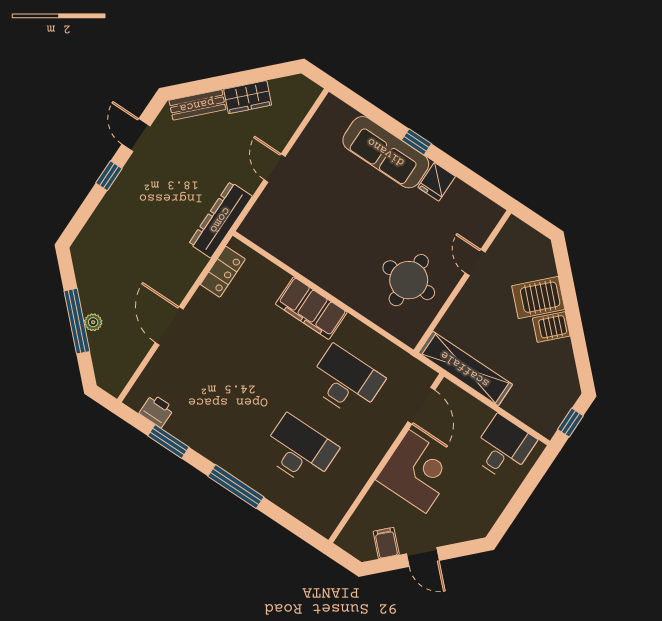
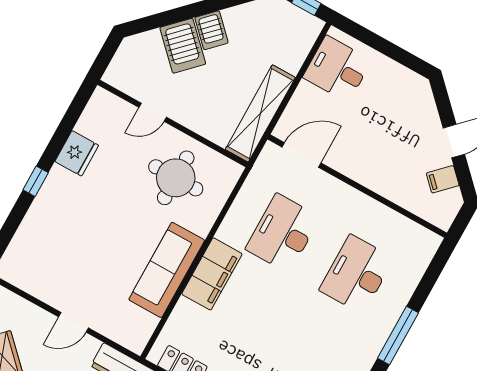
sofa: (386, 152) -> (167, 270), moved, turned 180
fridge: (437, 182) -> (77, 153), width x1.38
corner desk: (417, 471) -> (368, 154), removed

